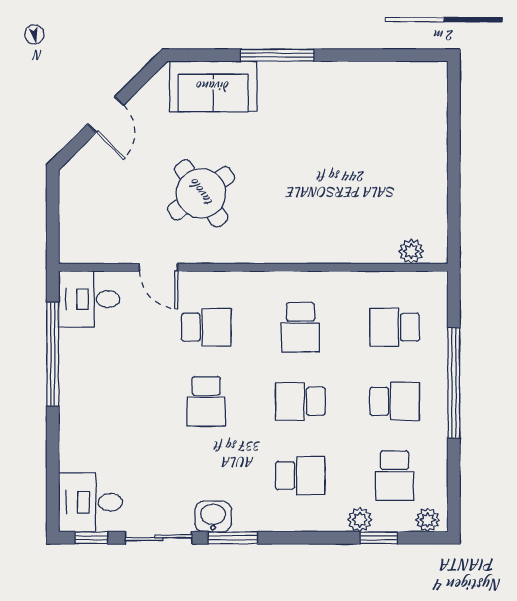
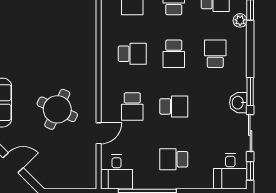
round table: (201, 193) -> (57, 109), turned -30
school desk: (206, 327) -> (132, 106), turned 180
school desk: (112, 401) -> (174, 159), added

